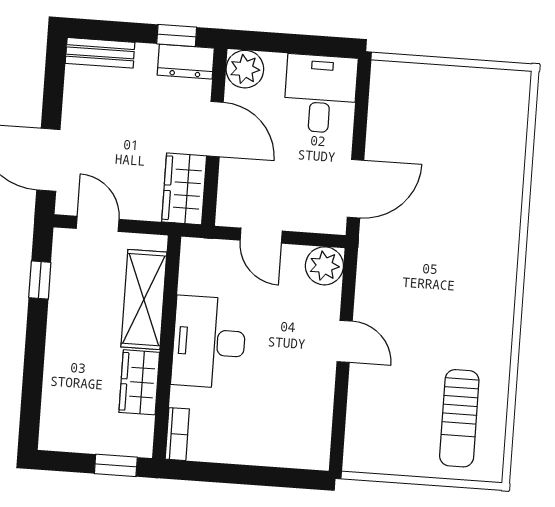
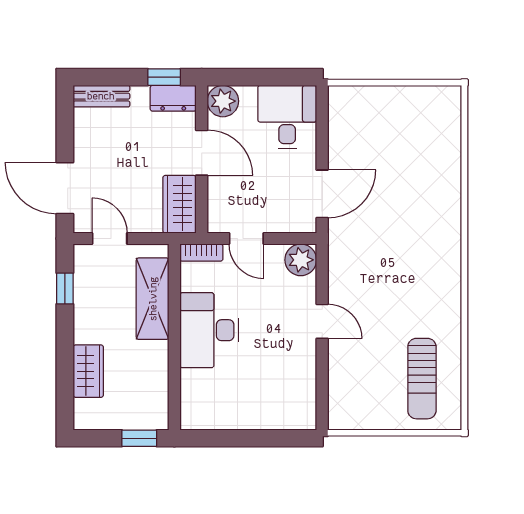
wardrobe: (139, 382) -> (88, 371), moved, turned 180
bookcase: (177, 434) -> (201, 253), moved, turned 90

